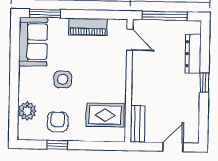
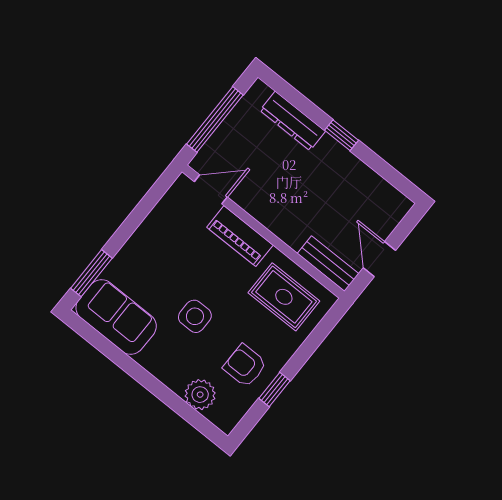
piano: (88, 27) -> (240, 236), moved, turned 90
rug: (105, 115) -> (284, 297), turned 90
door: (173, 147) -> (379, 259), moved

